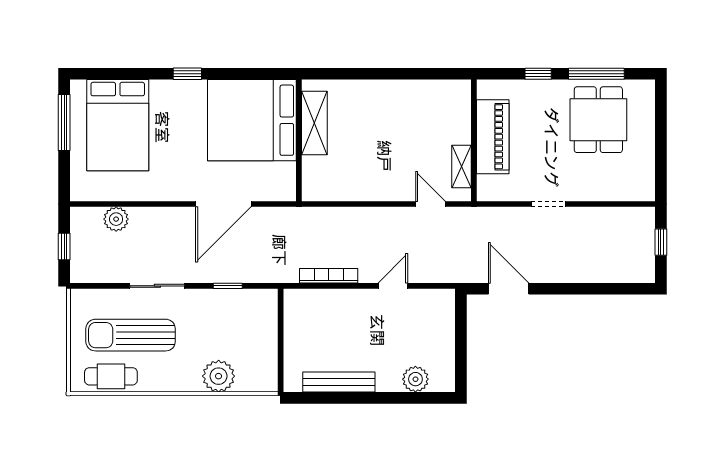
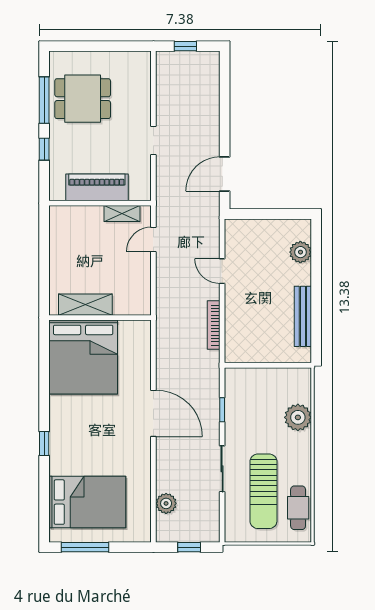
bed: (252, 120) -> (83, 357), moved
shelving: (314, 123) -> (85, 305), moved
wall: (299, 140) -> (100, 318), moved

